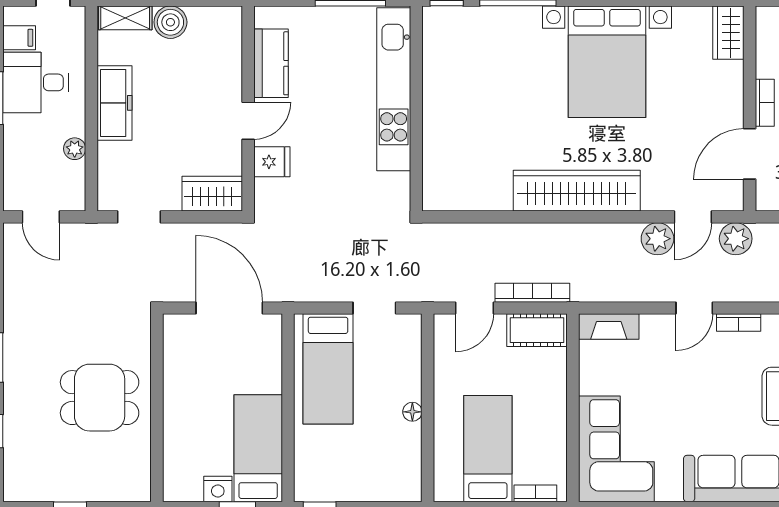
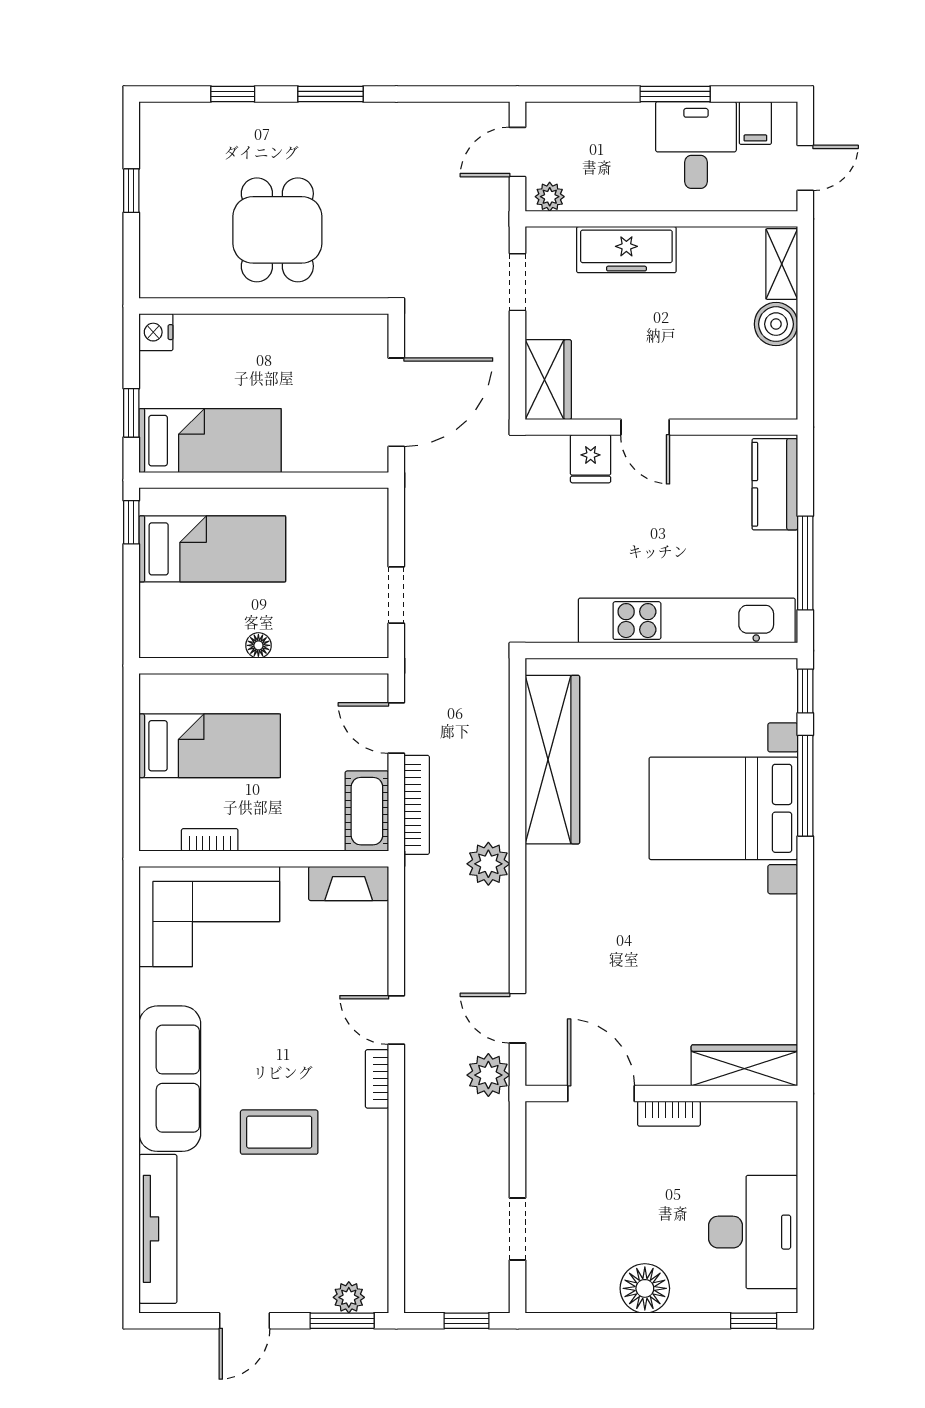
wardrobe: (728, 33) -> (744, 1065), width x1.50
bed with nightstands: (607, 62) -> (723, 808), moved
kitchen counter: (271, 63) -> (775, 484), moved, turned 90
freezer: (114, 103) -> (626, 250), moved
plant: (75, 149) -> (550, 197), moved
wardrobe: (577, 191) -> (552, 760), moved
plant: (658, 239) -> (488, 864), moved
fireplace: (609, 327) -> (349, 883), moved, turned -90
bed: (328, 369) -> (212, 549), moved, turned 180
nightstand: (218, 489) -> (156, 332), moved
bookcase: (535, 493) -> (210, 840), moved, turned -90

